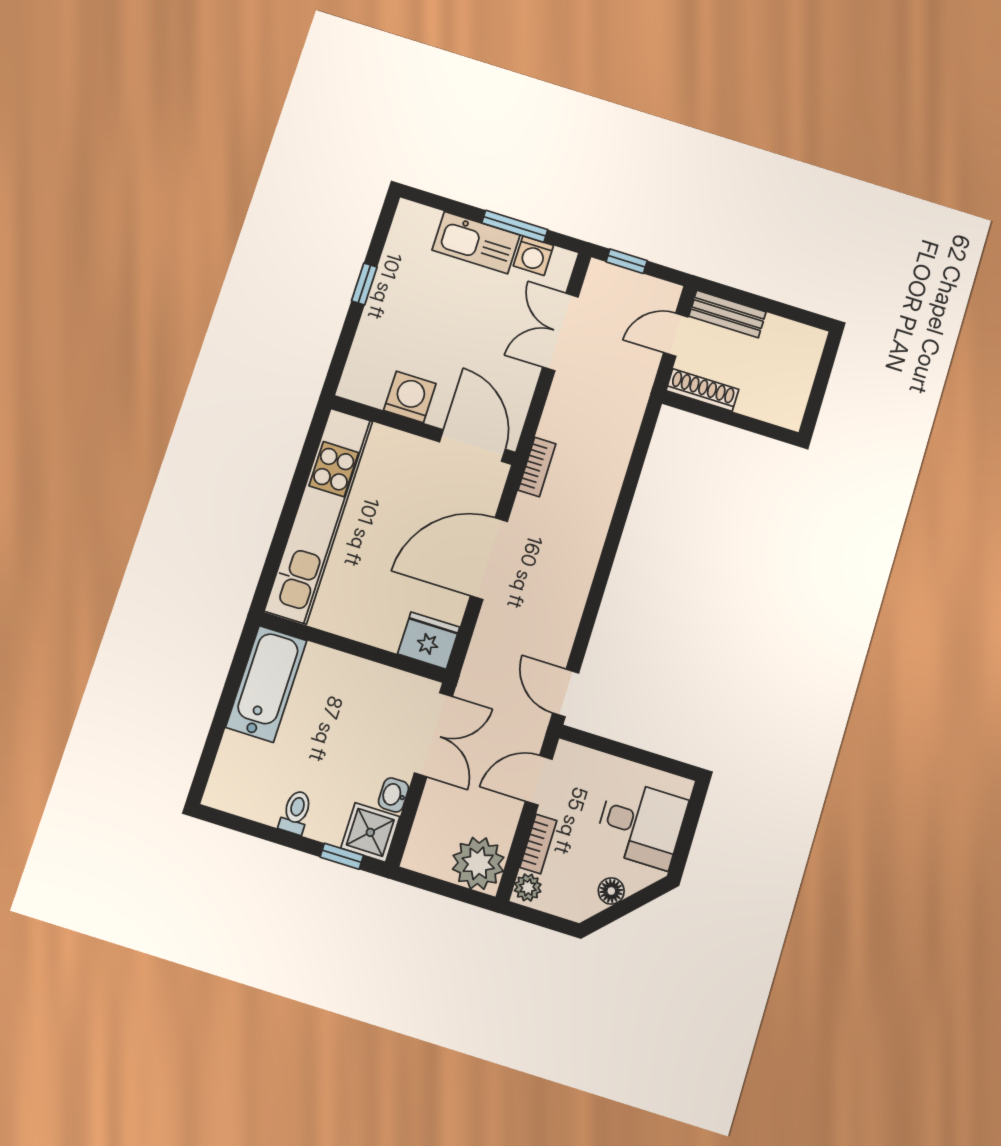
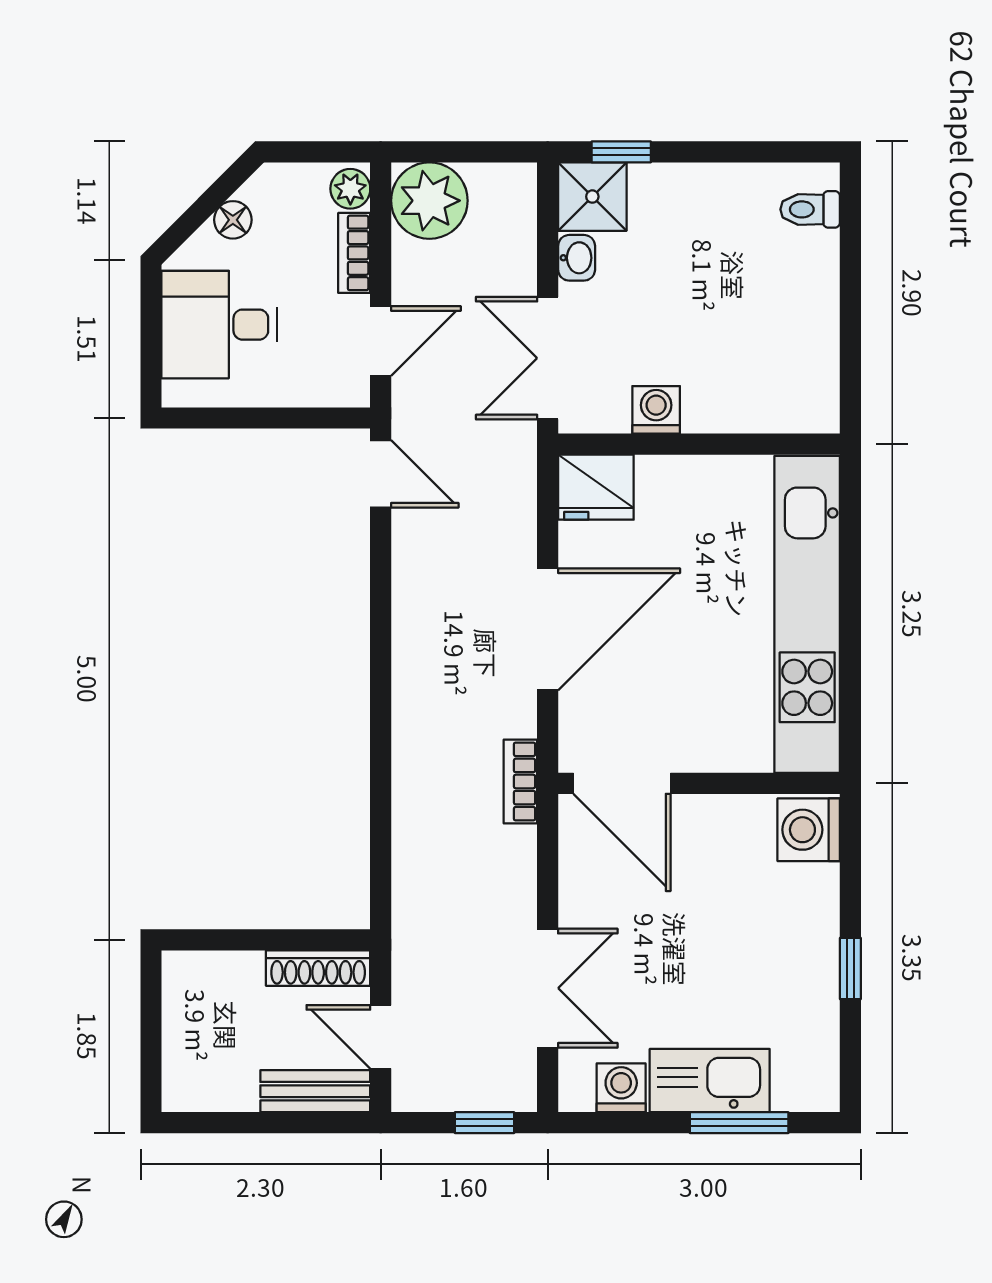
window: (515, 226) -> (739, 1123), moved
door: (676, 335) -> (381, 1037), swing flipped
washing machine: (410, 397) -> (809, 830), moved, turned 90
washing machine: (373, 679) -> (656, 410), added
bathtub: (266, 684) -> (803, 356), removed
toilet: (296, 812) -> (810, 209), moved, turned 90

